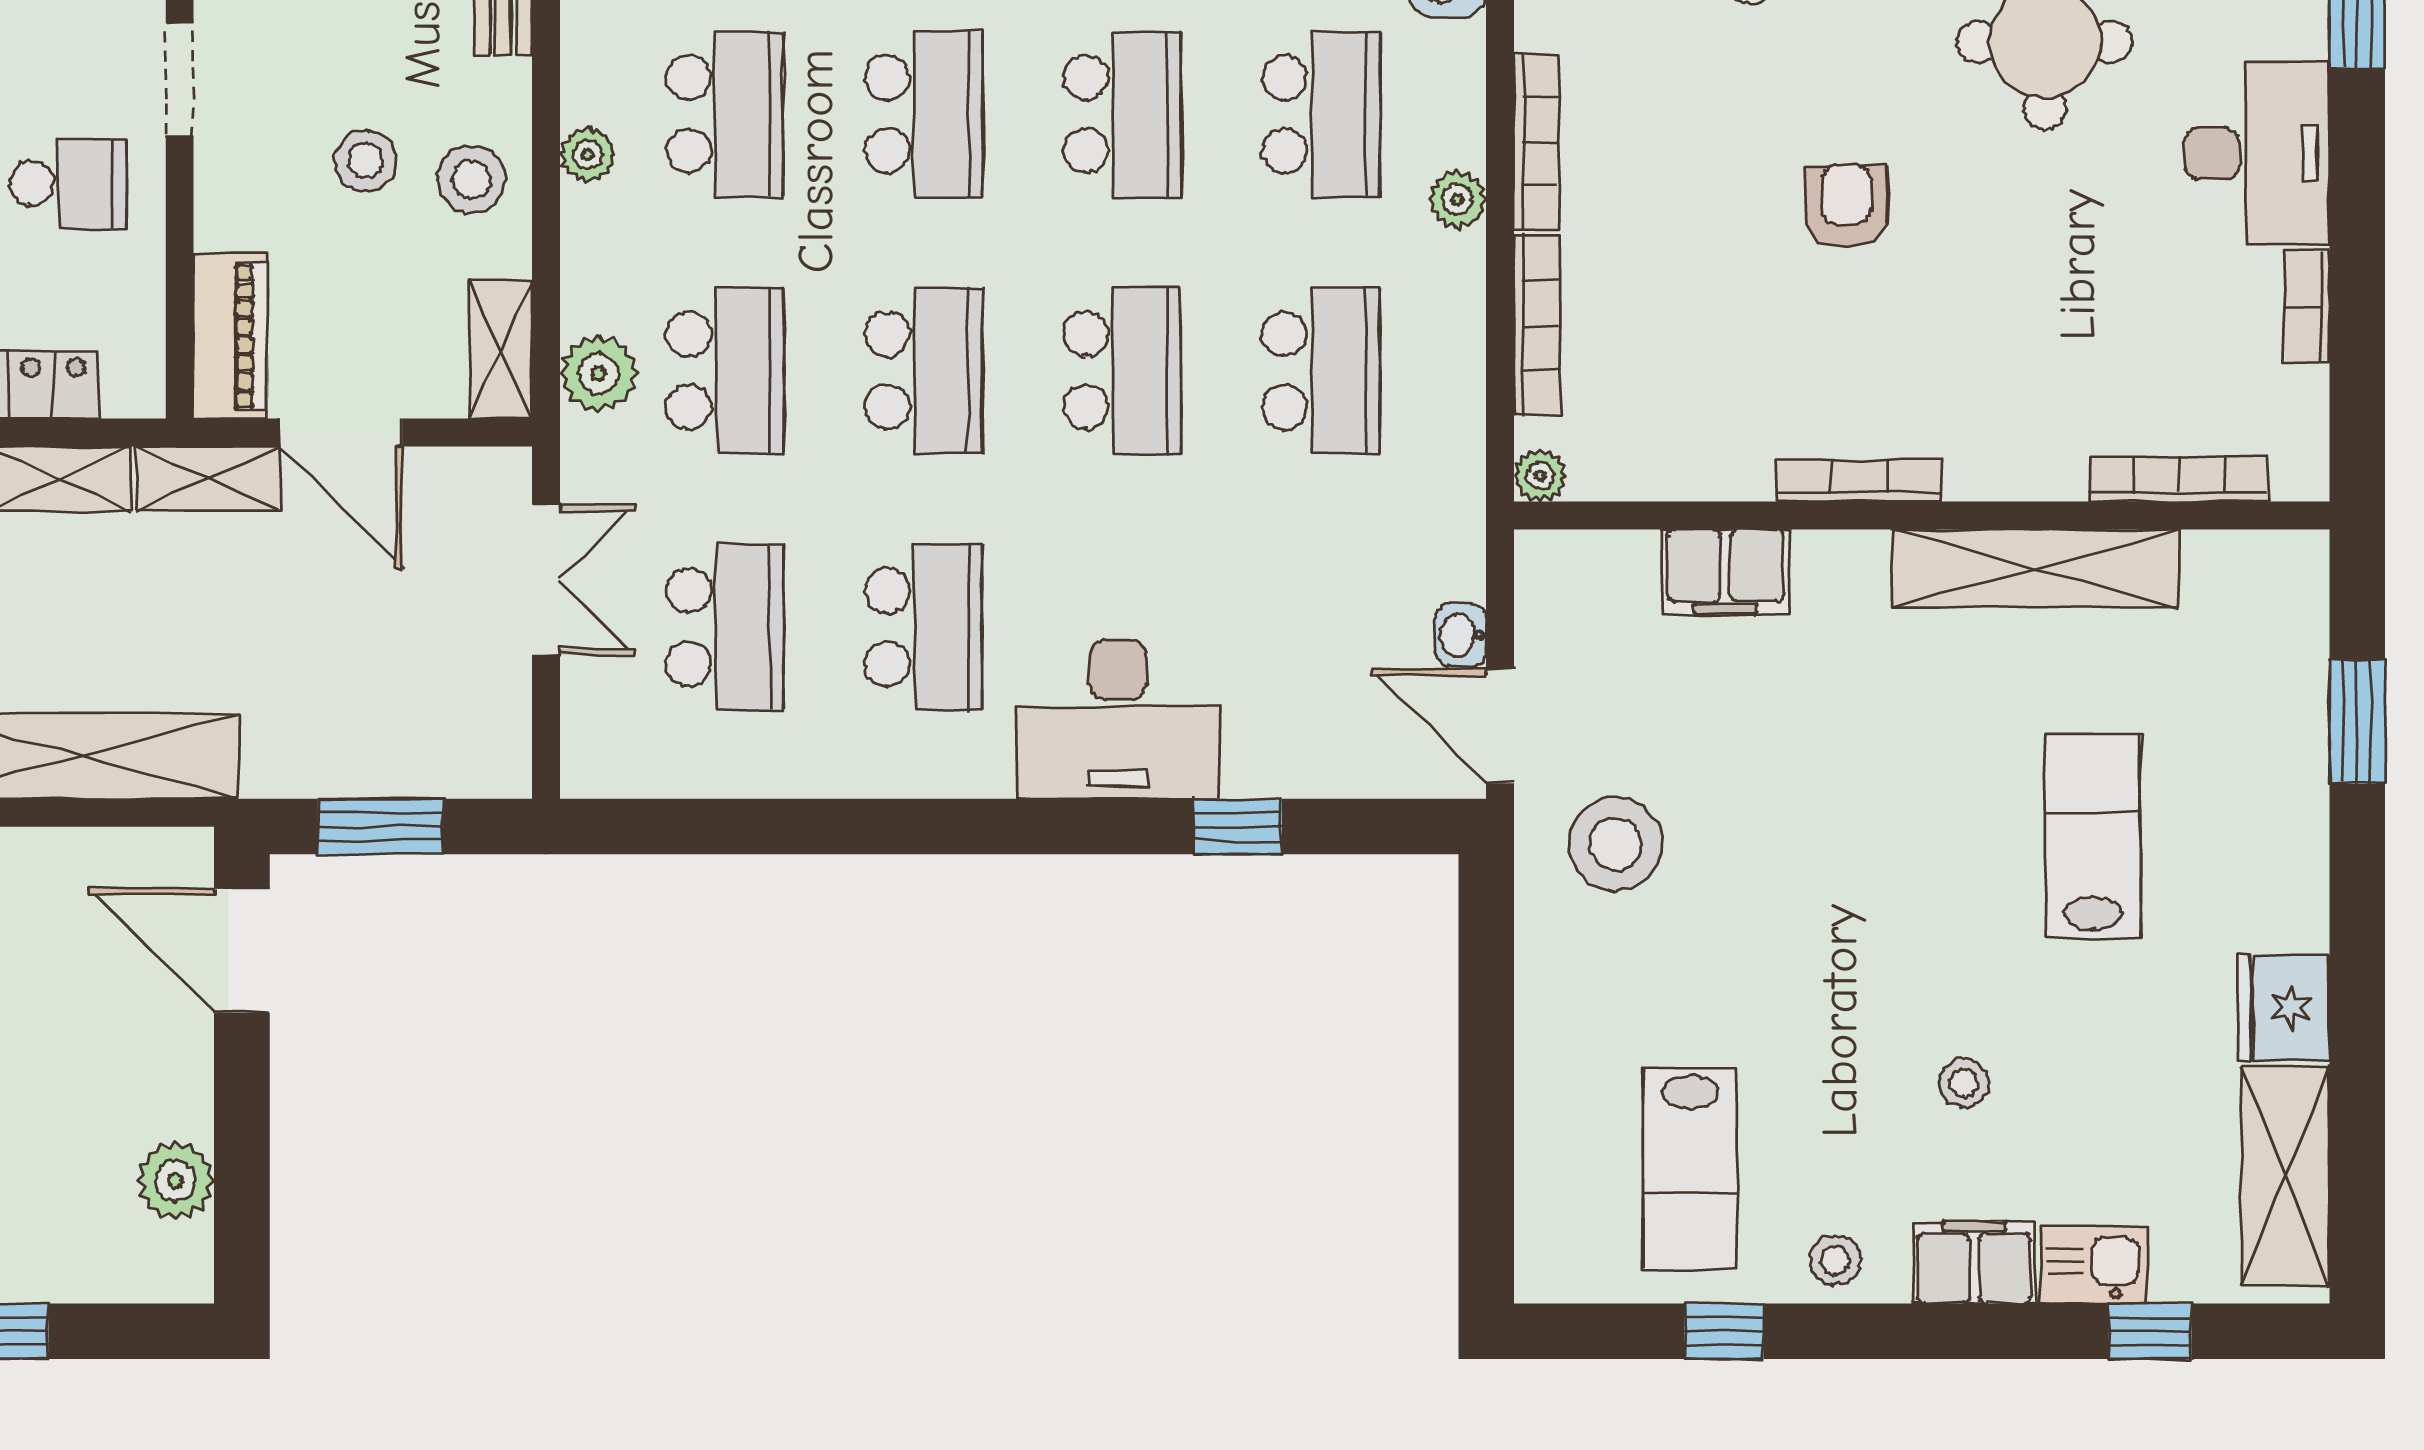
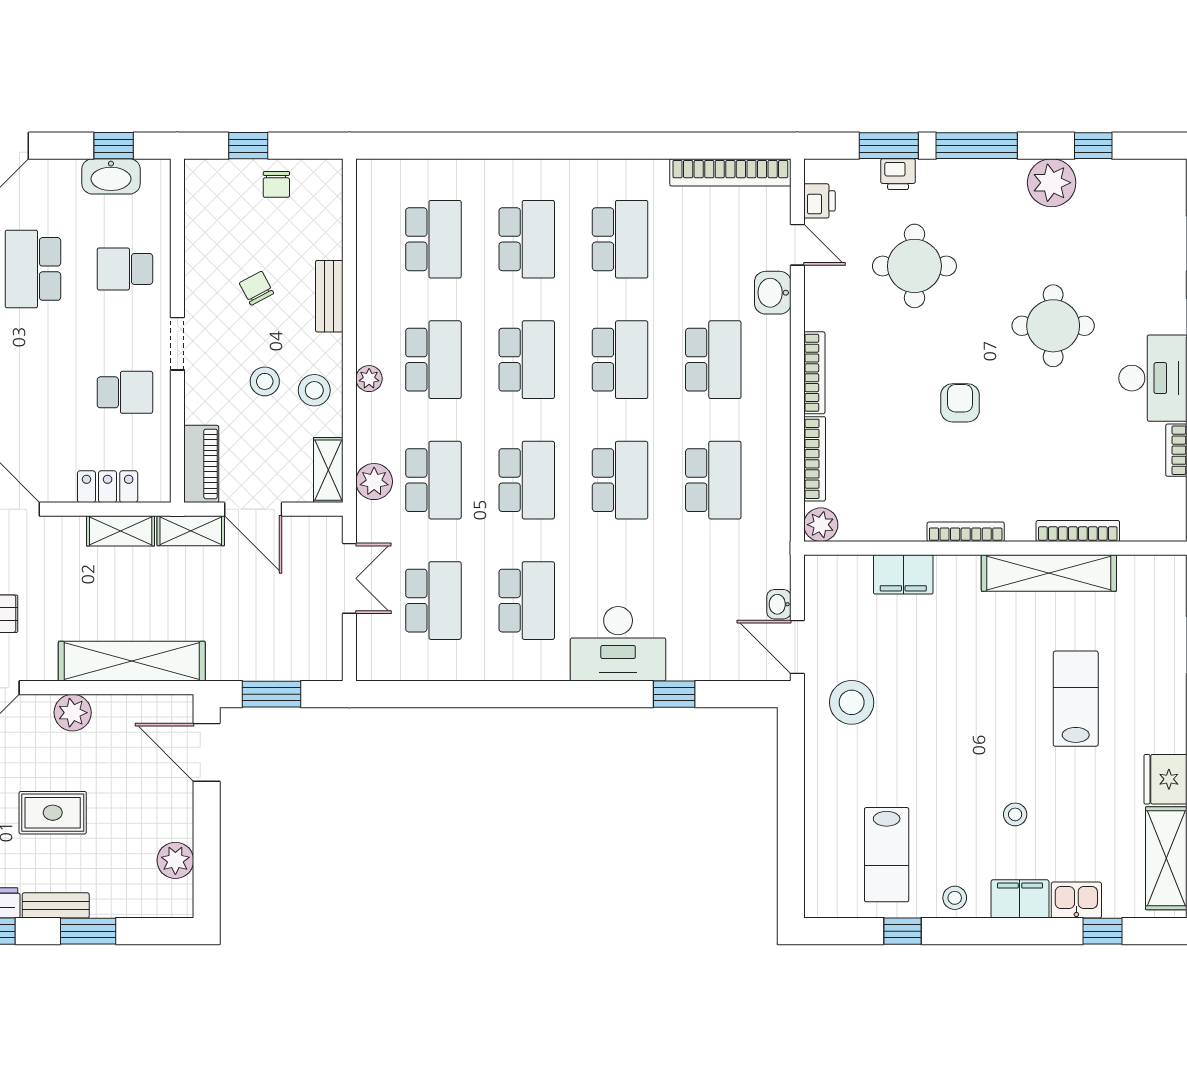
plant: (1457, 199) -> (777, 400), removed
plant: (1540, 475) -> (821, 525), width x1.38, depth x1.38
bookcase: (2179, 479) -> (1078, 531), moved

